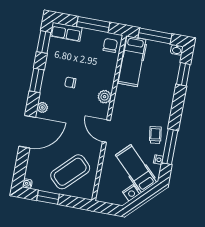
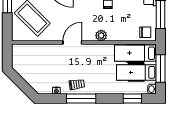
window: (170, 147) -> (81, 99), moved
hospital bed: (136, 169) -> (136, 72), moved, turned -135
nightstand: (131, 193) -> (24, 73), removed

